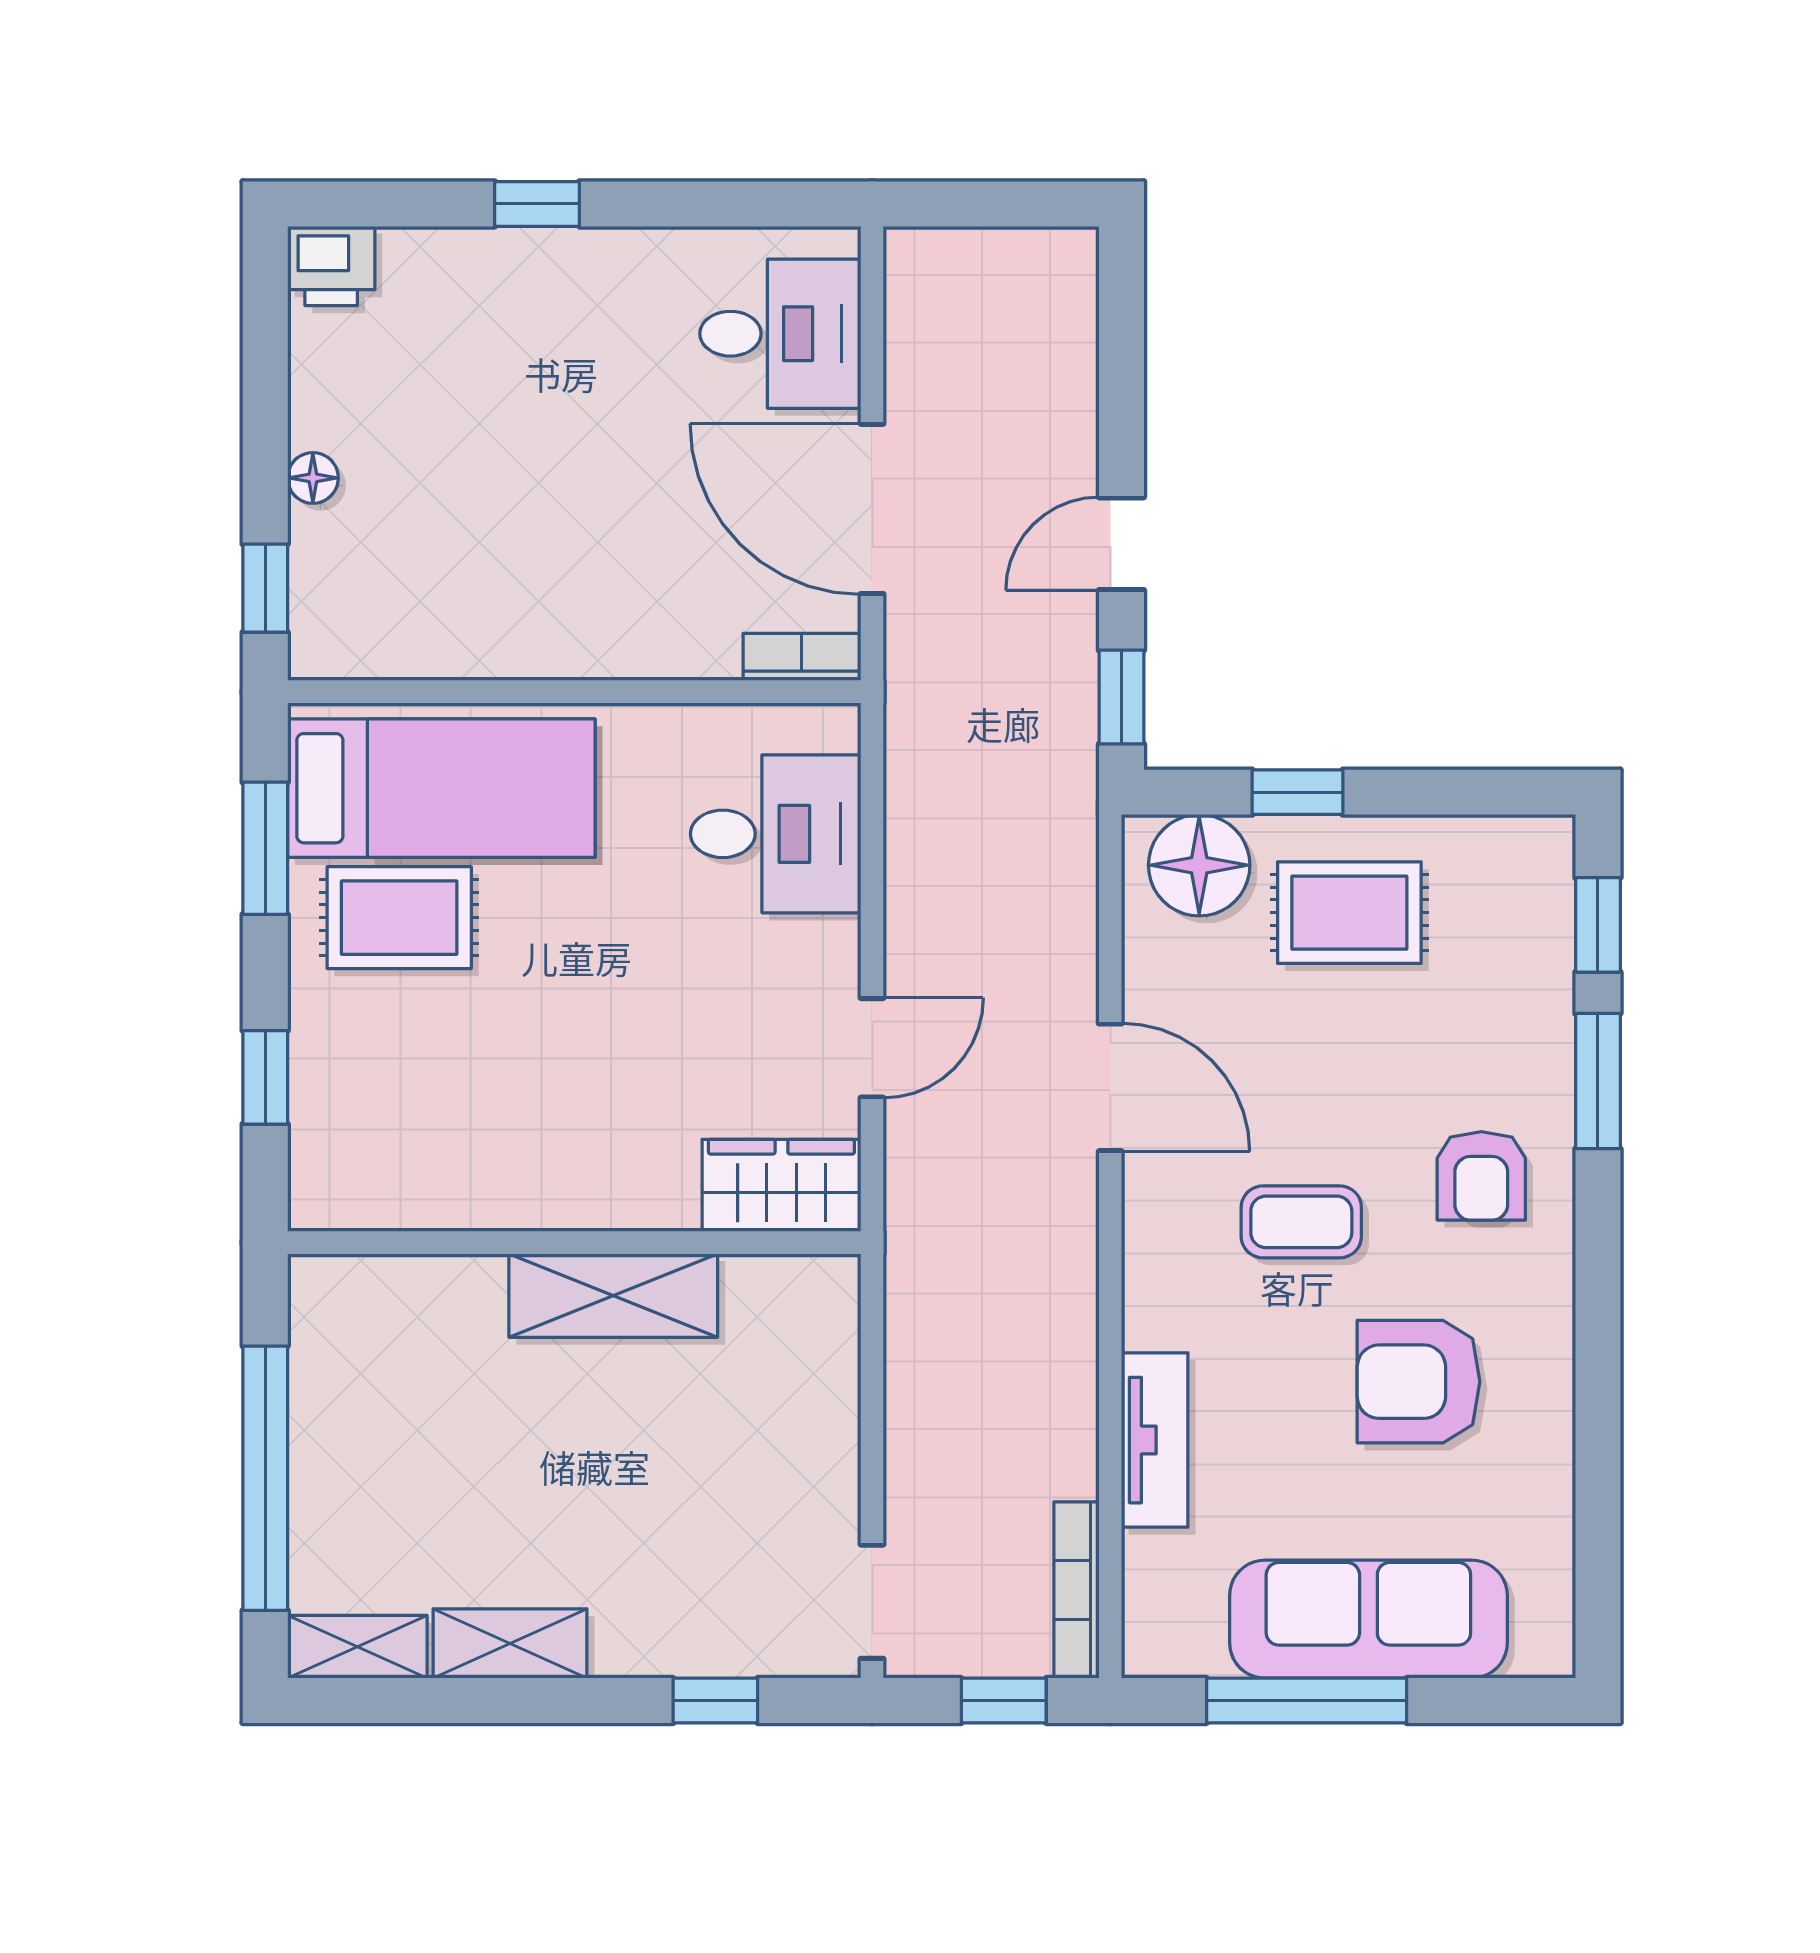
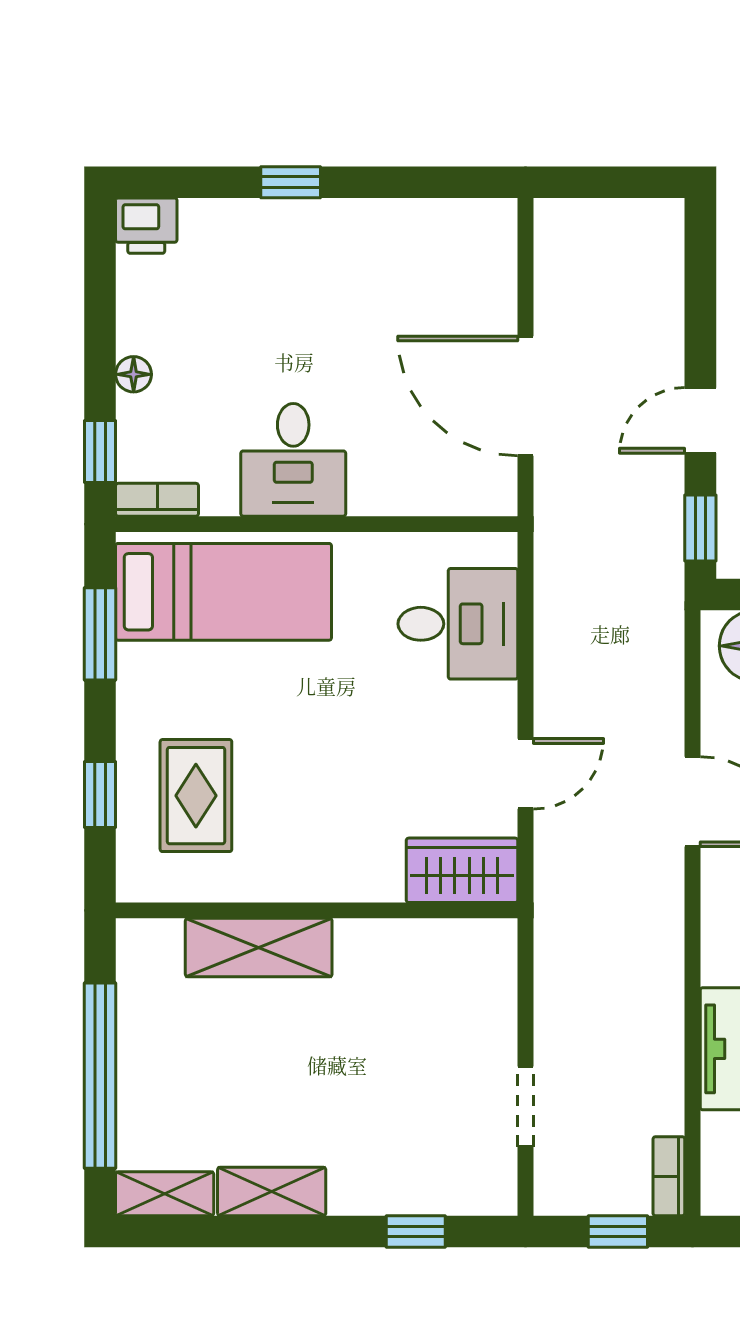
desk: (780, 334) -> (293, 460), moved, turned 90
bookcase: (802, 657) -> (157, 500), moved
rug: (399, 918) -> (196, 796), moved, turned 90
shelving: (613, 1296) -> (259, 947), moved
bookcase: (1077, 1590) -> (669, 1176), width x0.64
doorway: (872, 1602) -> (526, 1107), moved

